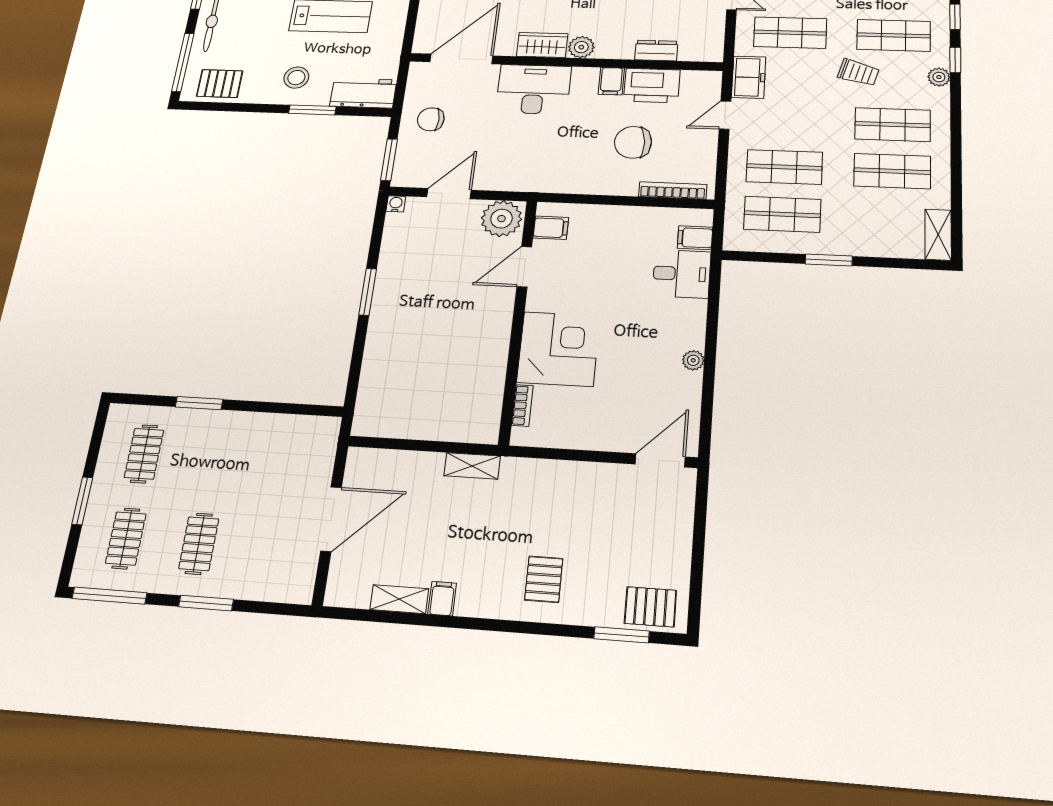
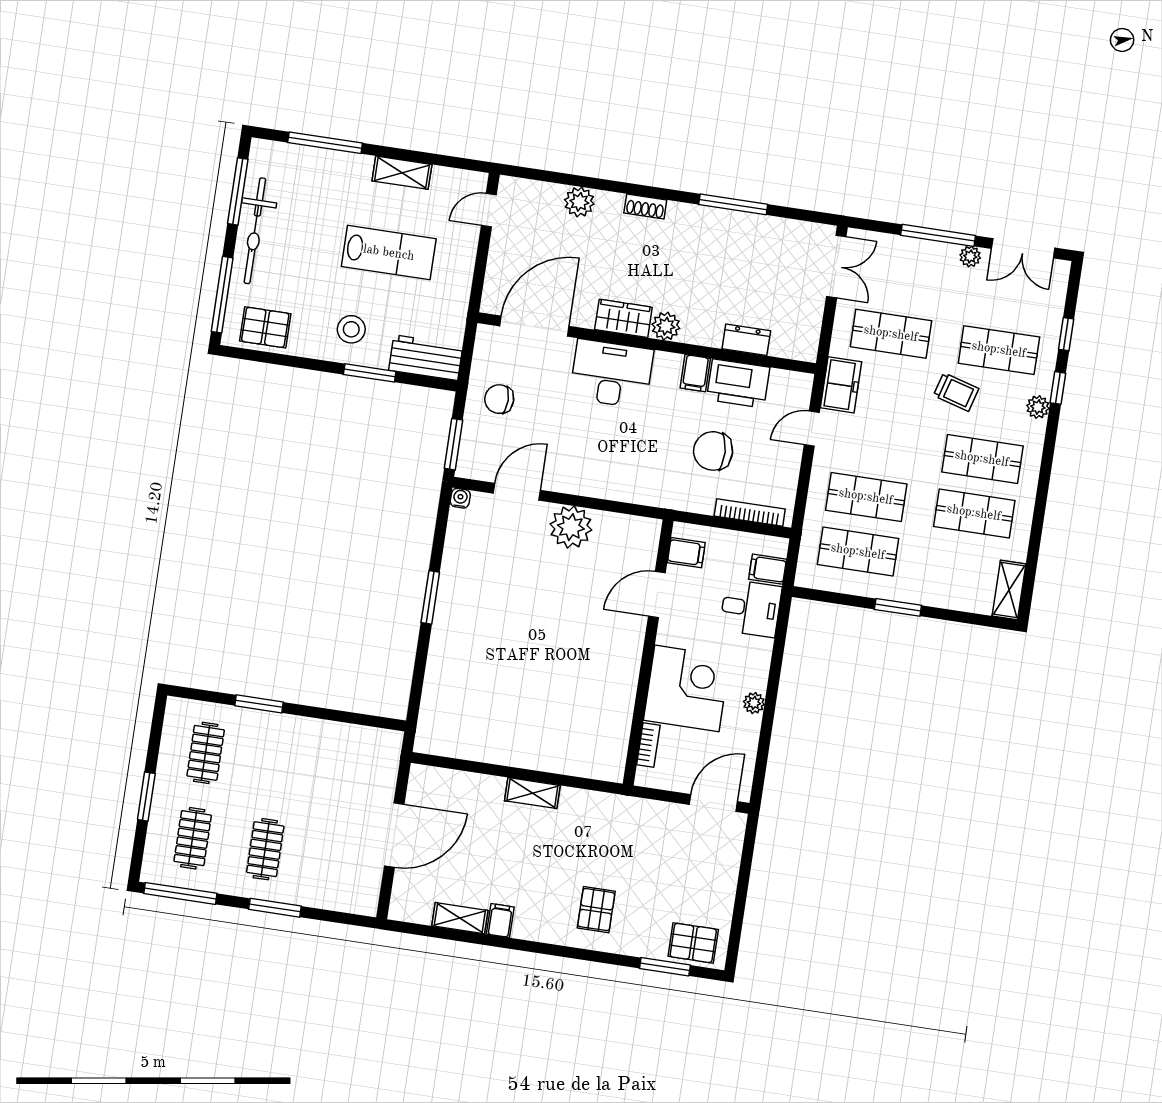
filing cabinet: (551, 228) -> (686, 553), moved
door: (524, 267) -> (657, 595), moved
wall: (518, 319) -> (648, 652), moved
corner desk: (558, 349) -> (687, 688), moved
bookcase: (522, 405) -> (648, 745), moved

